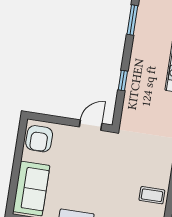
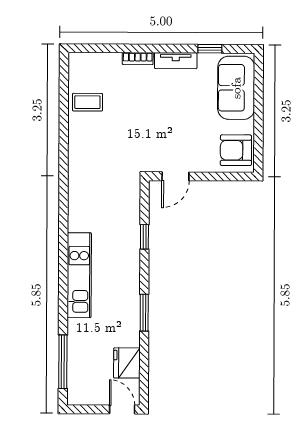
armchair: (39, 139) -> (236, 150), turned -90

